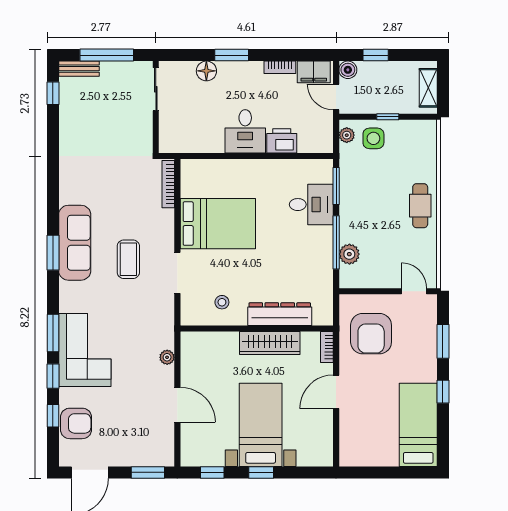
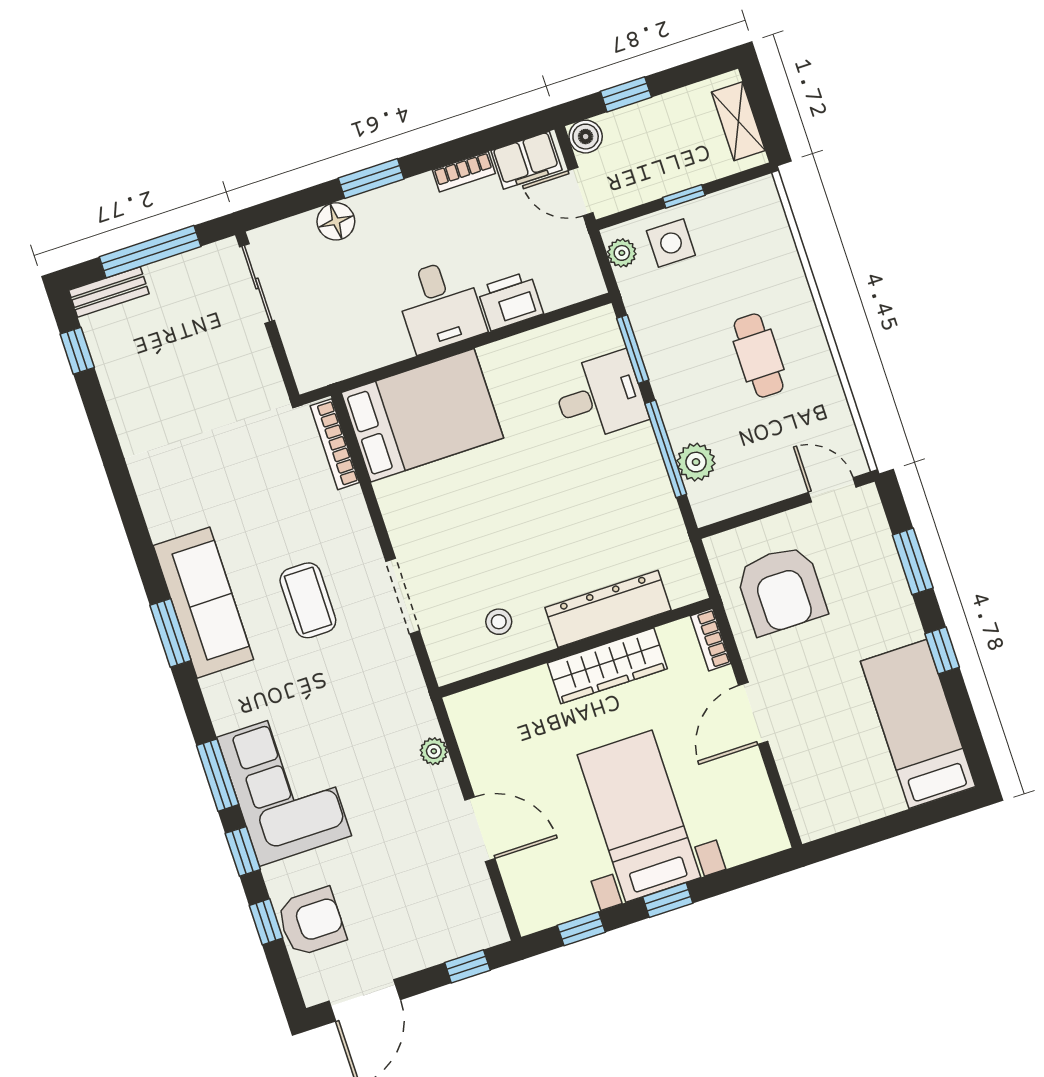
cafe table: (420, 206) -> (759, 356), moved
bed: (218, 224) -> (422, 415), moved
window: (148, 472) -> (467, 966), width x0.67

